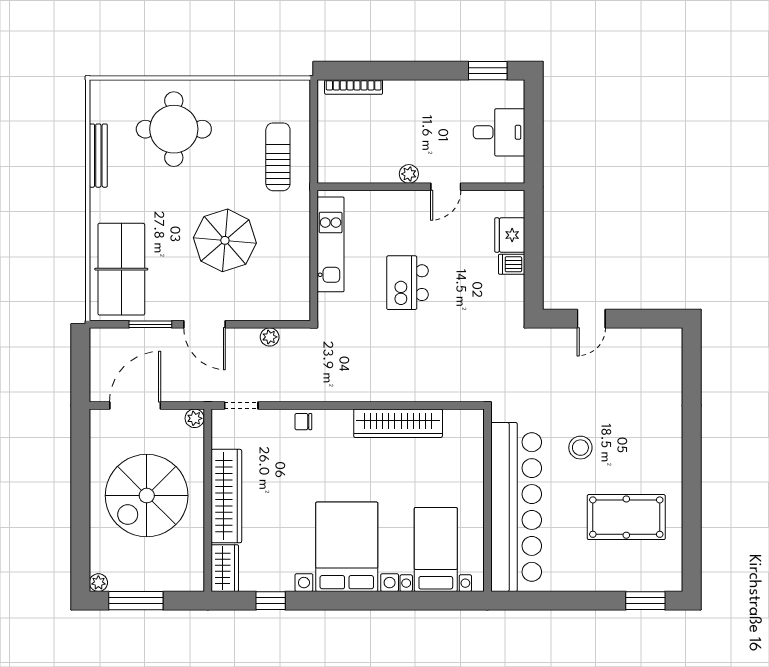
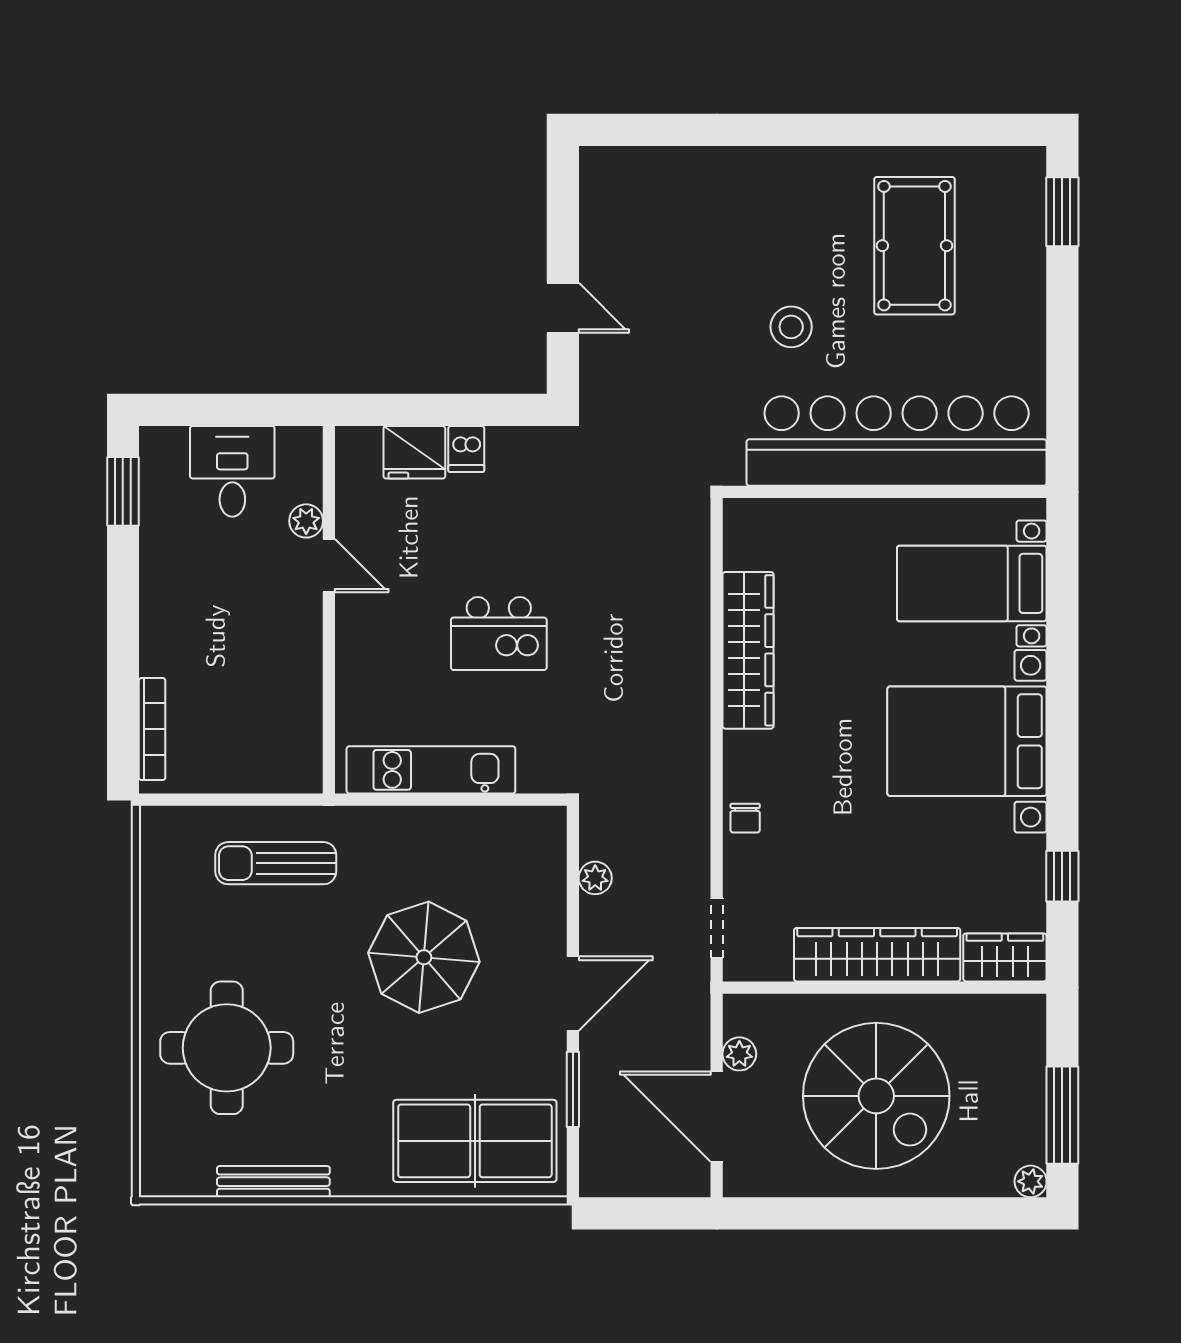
plant: (409, 174) -> (306, 521), moved
plant: (195, 418) -> (739, 1054), moved

